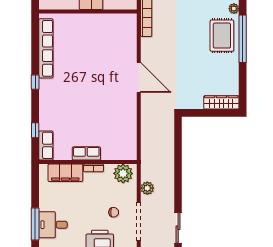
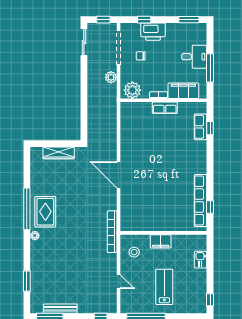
window: (35, 82) -> (210, 207), moved
wardrobe: (221, 102) -> (59, 153), moved
row of seats: (46, 145) -> (201, 127), moved
window: (35, 224) -> (210, 68), moved
desk: (53, 225) -> (194, 57), moved

